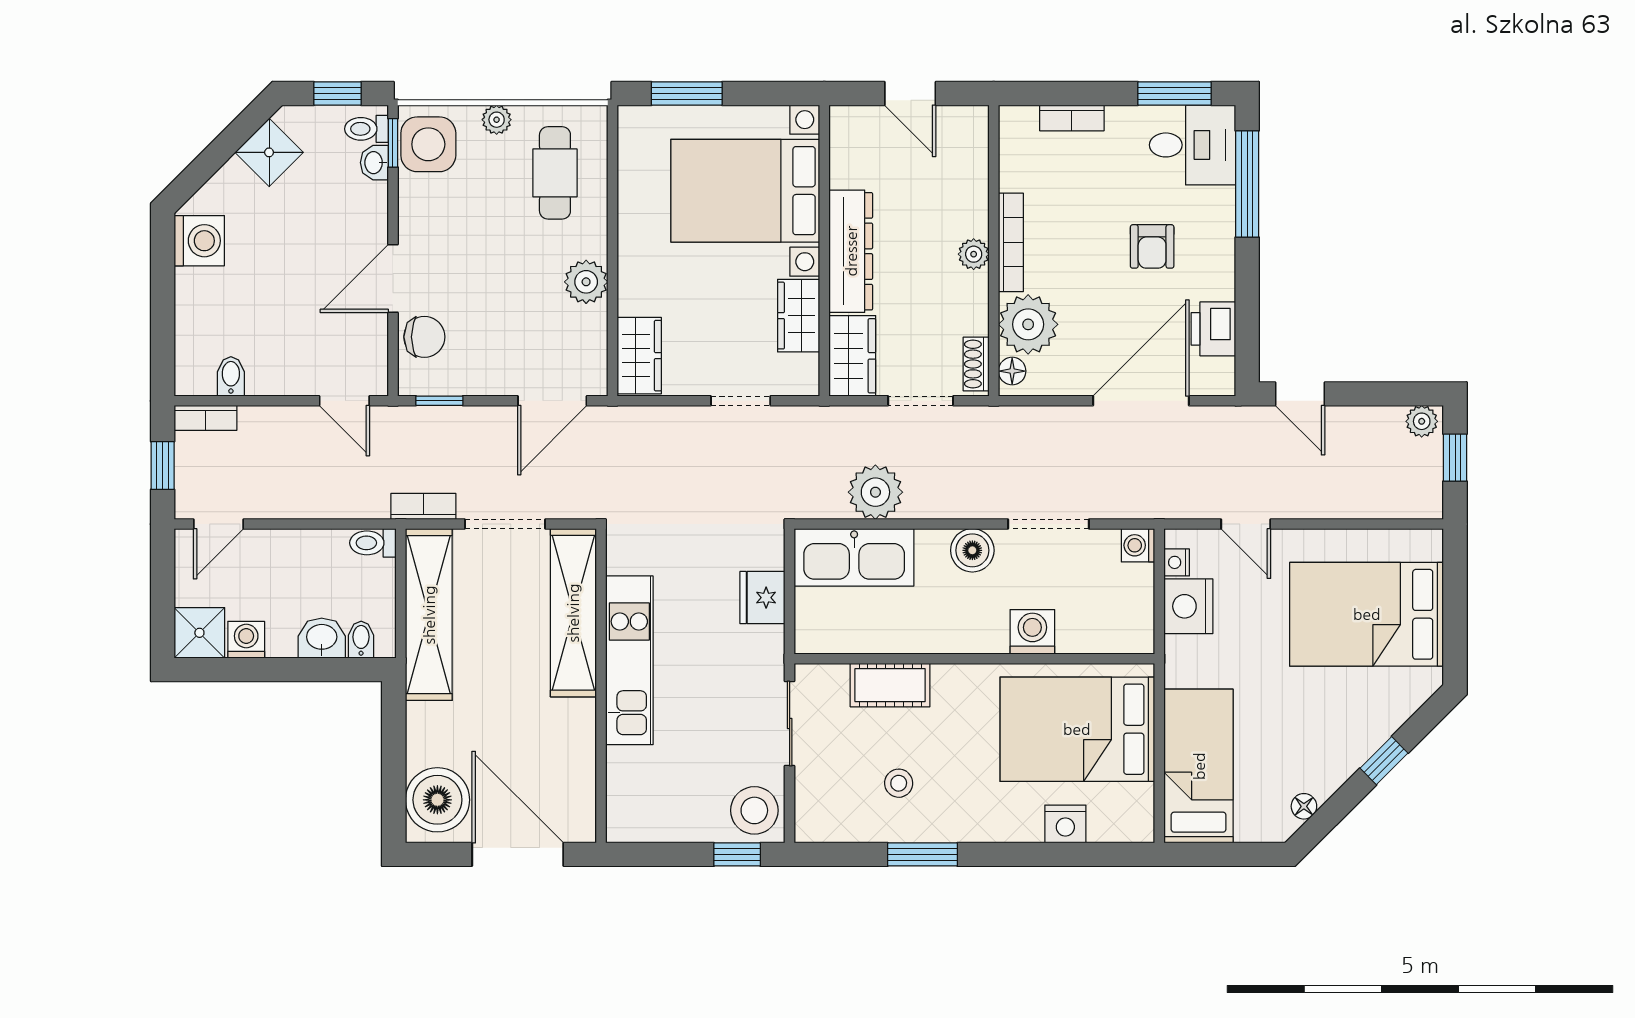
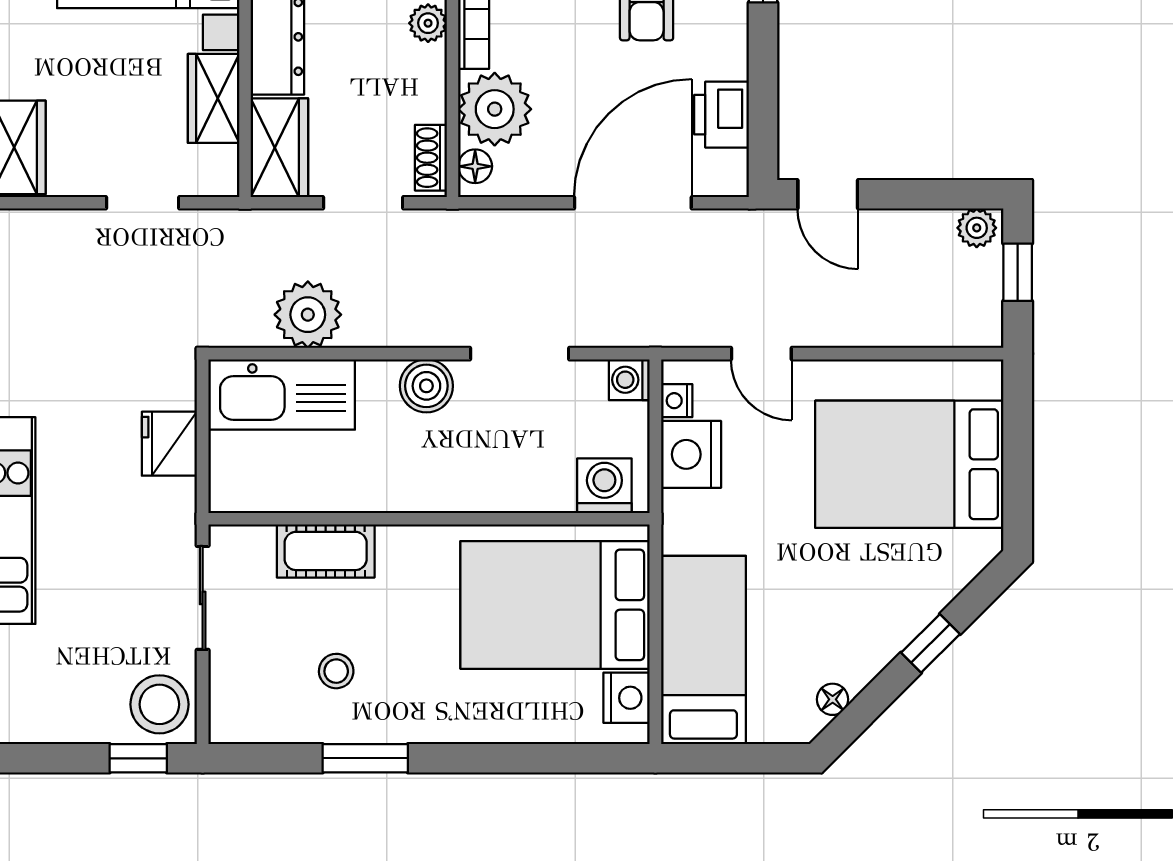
washing machine: (1032, 632) -> (604, 486), moved
nightstand: (1065, 824) -> (627, 698), moved, turned -90

